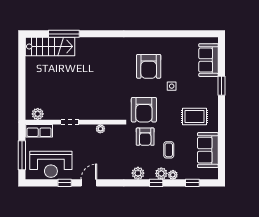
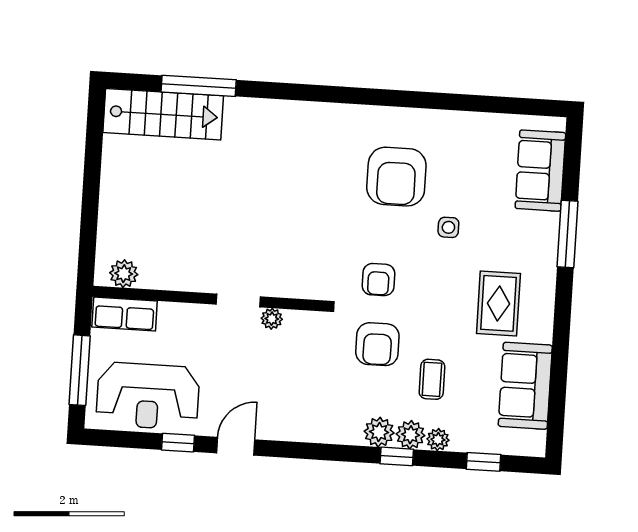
window: (221, 86) -> (568, 234), width x1.44
armchair: (144, 110) -> (378, 280), width x0.53, depth x0.53
rug: (195, 117) -> (498, 303), turned 90
doorway: (70, 122) -> (238, 300), moved
plant: (138, 173) -> (379, 432), moved

